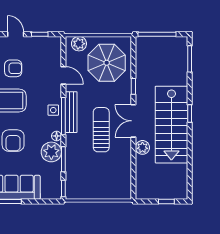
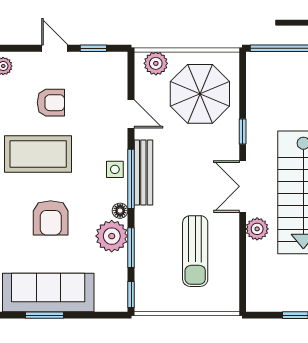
sun lounger: (101, 130) -> (195, 251), moved, turned 180

